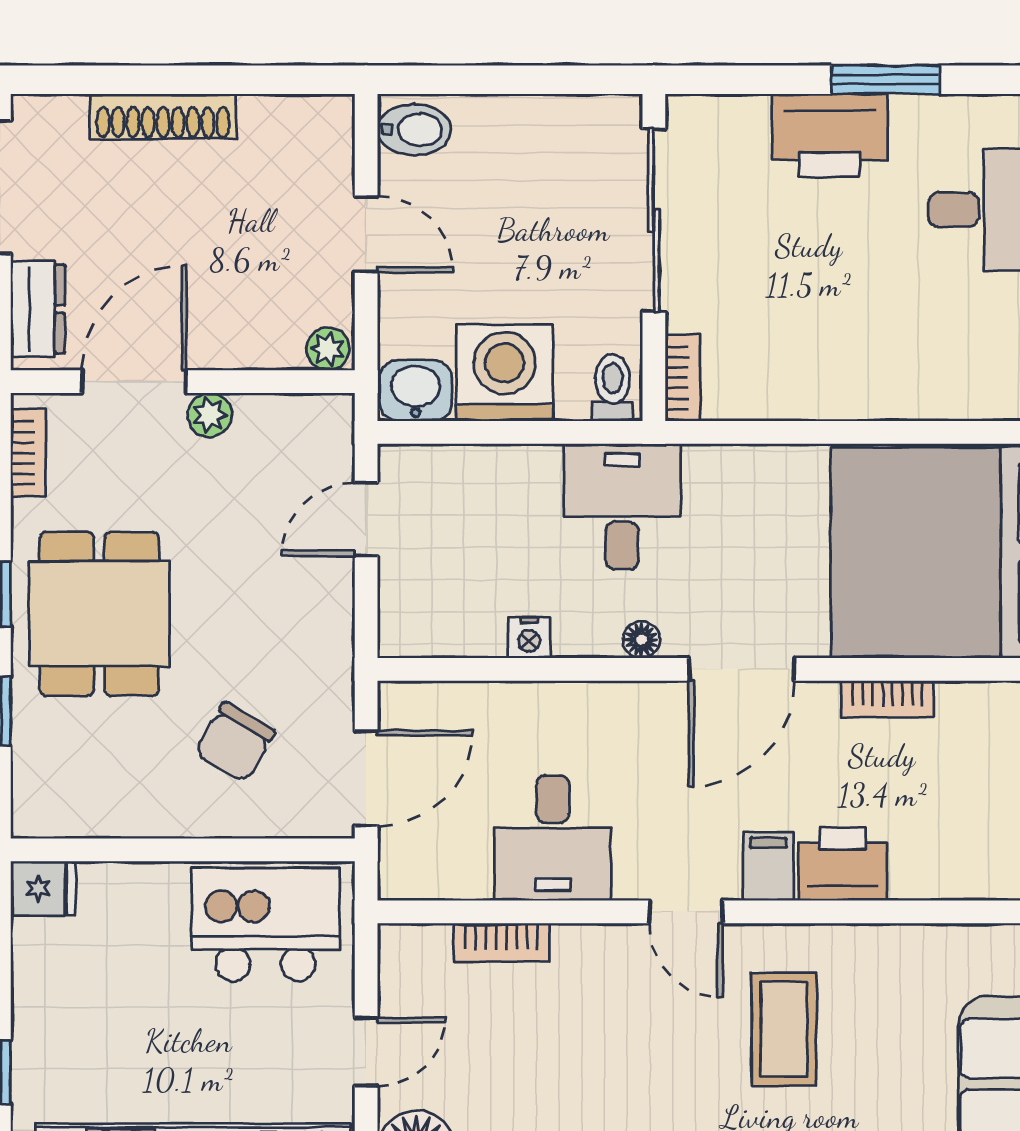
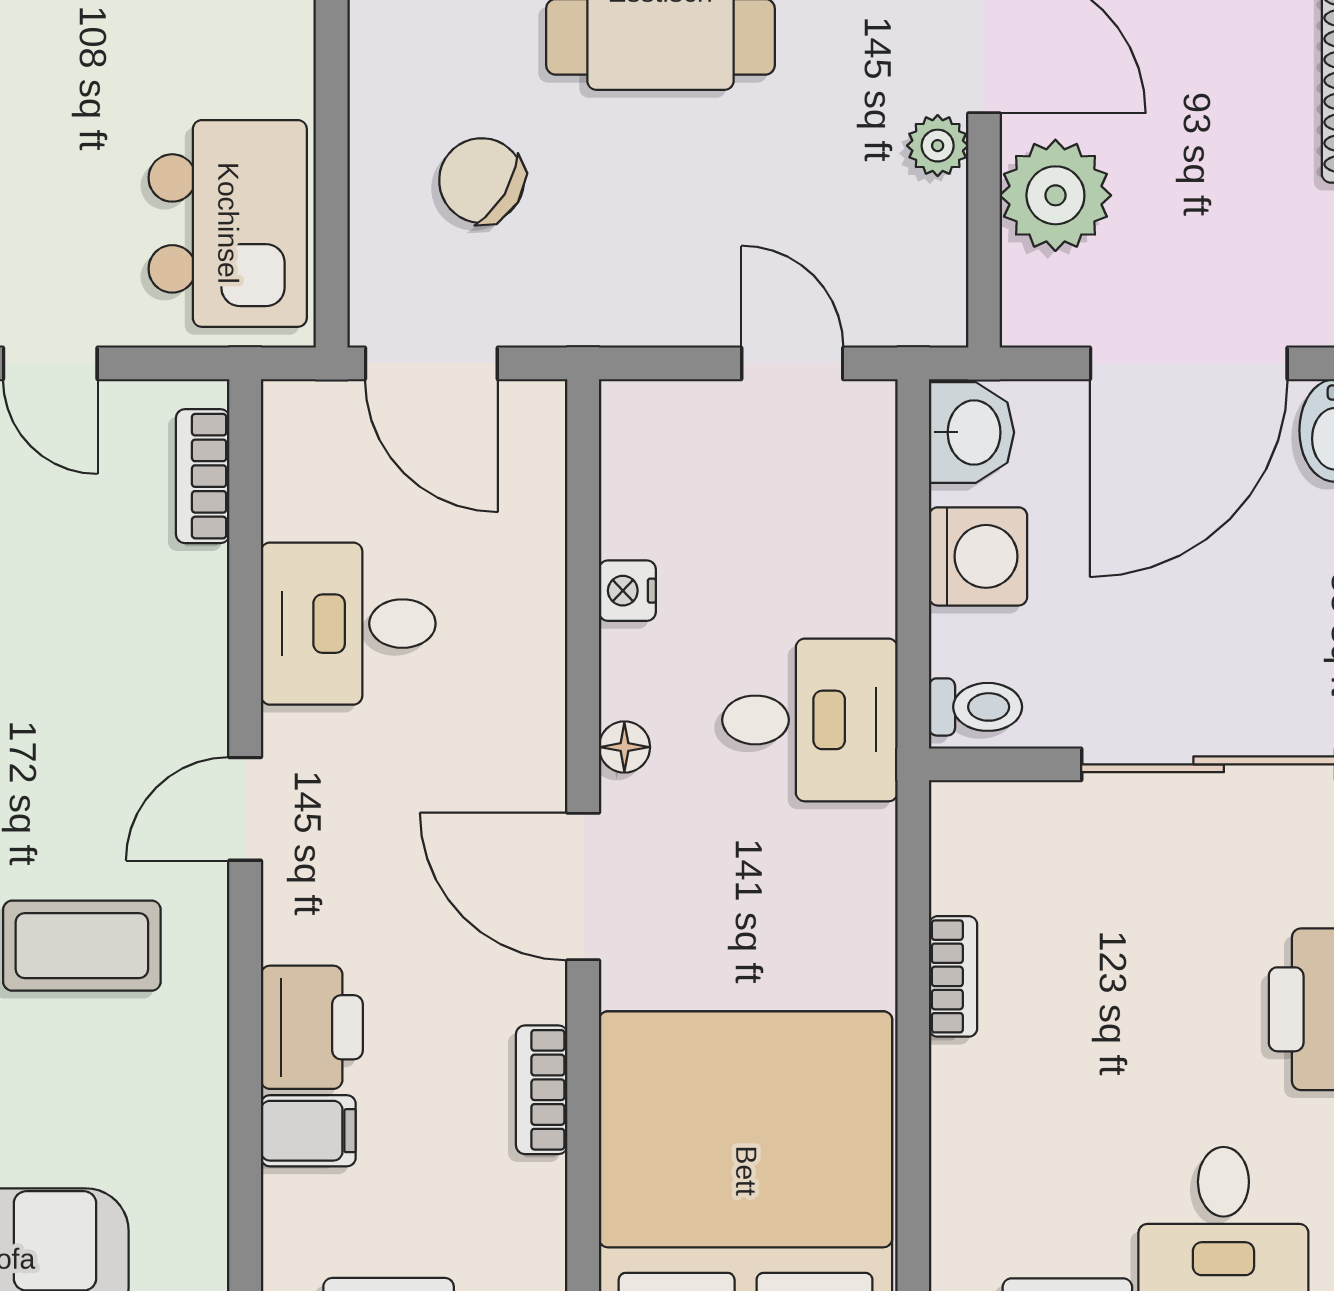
door: (366, 235) -> (1189, 363), width x1.87
plant: (328, 349) -> (1055, 195), moved, width x1.88, depth x1.88
washing machine: (505, 373) -> (978, 556), width x0.73, depth x0.73
bookcase: (682, 378) -> (953, 976), moved, turned -90
filing cabinet: (768, 867) -> (308, 1131), moved
bookcase: (501, 942) -> (203, 476), moved

